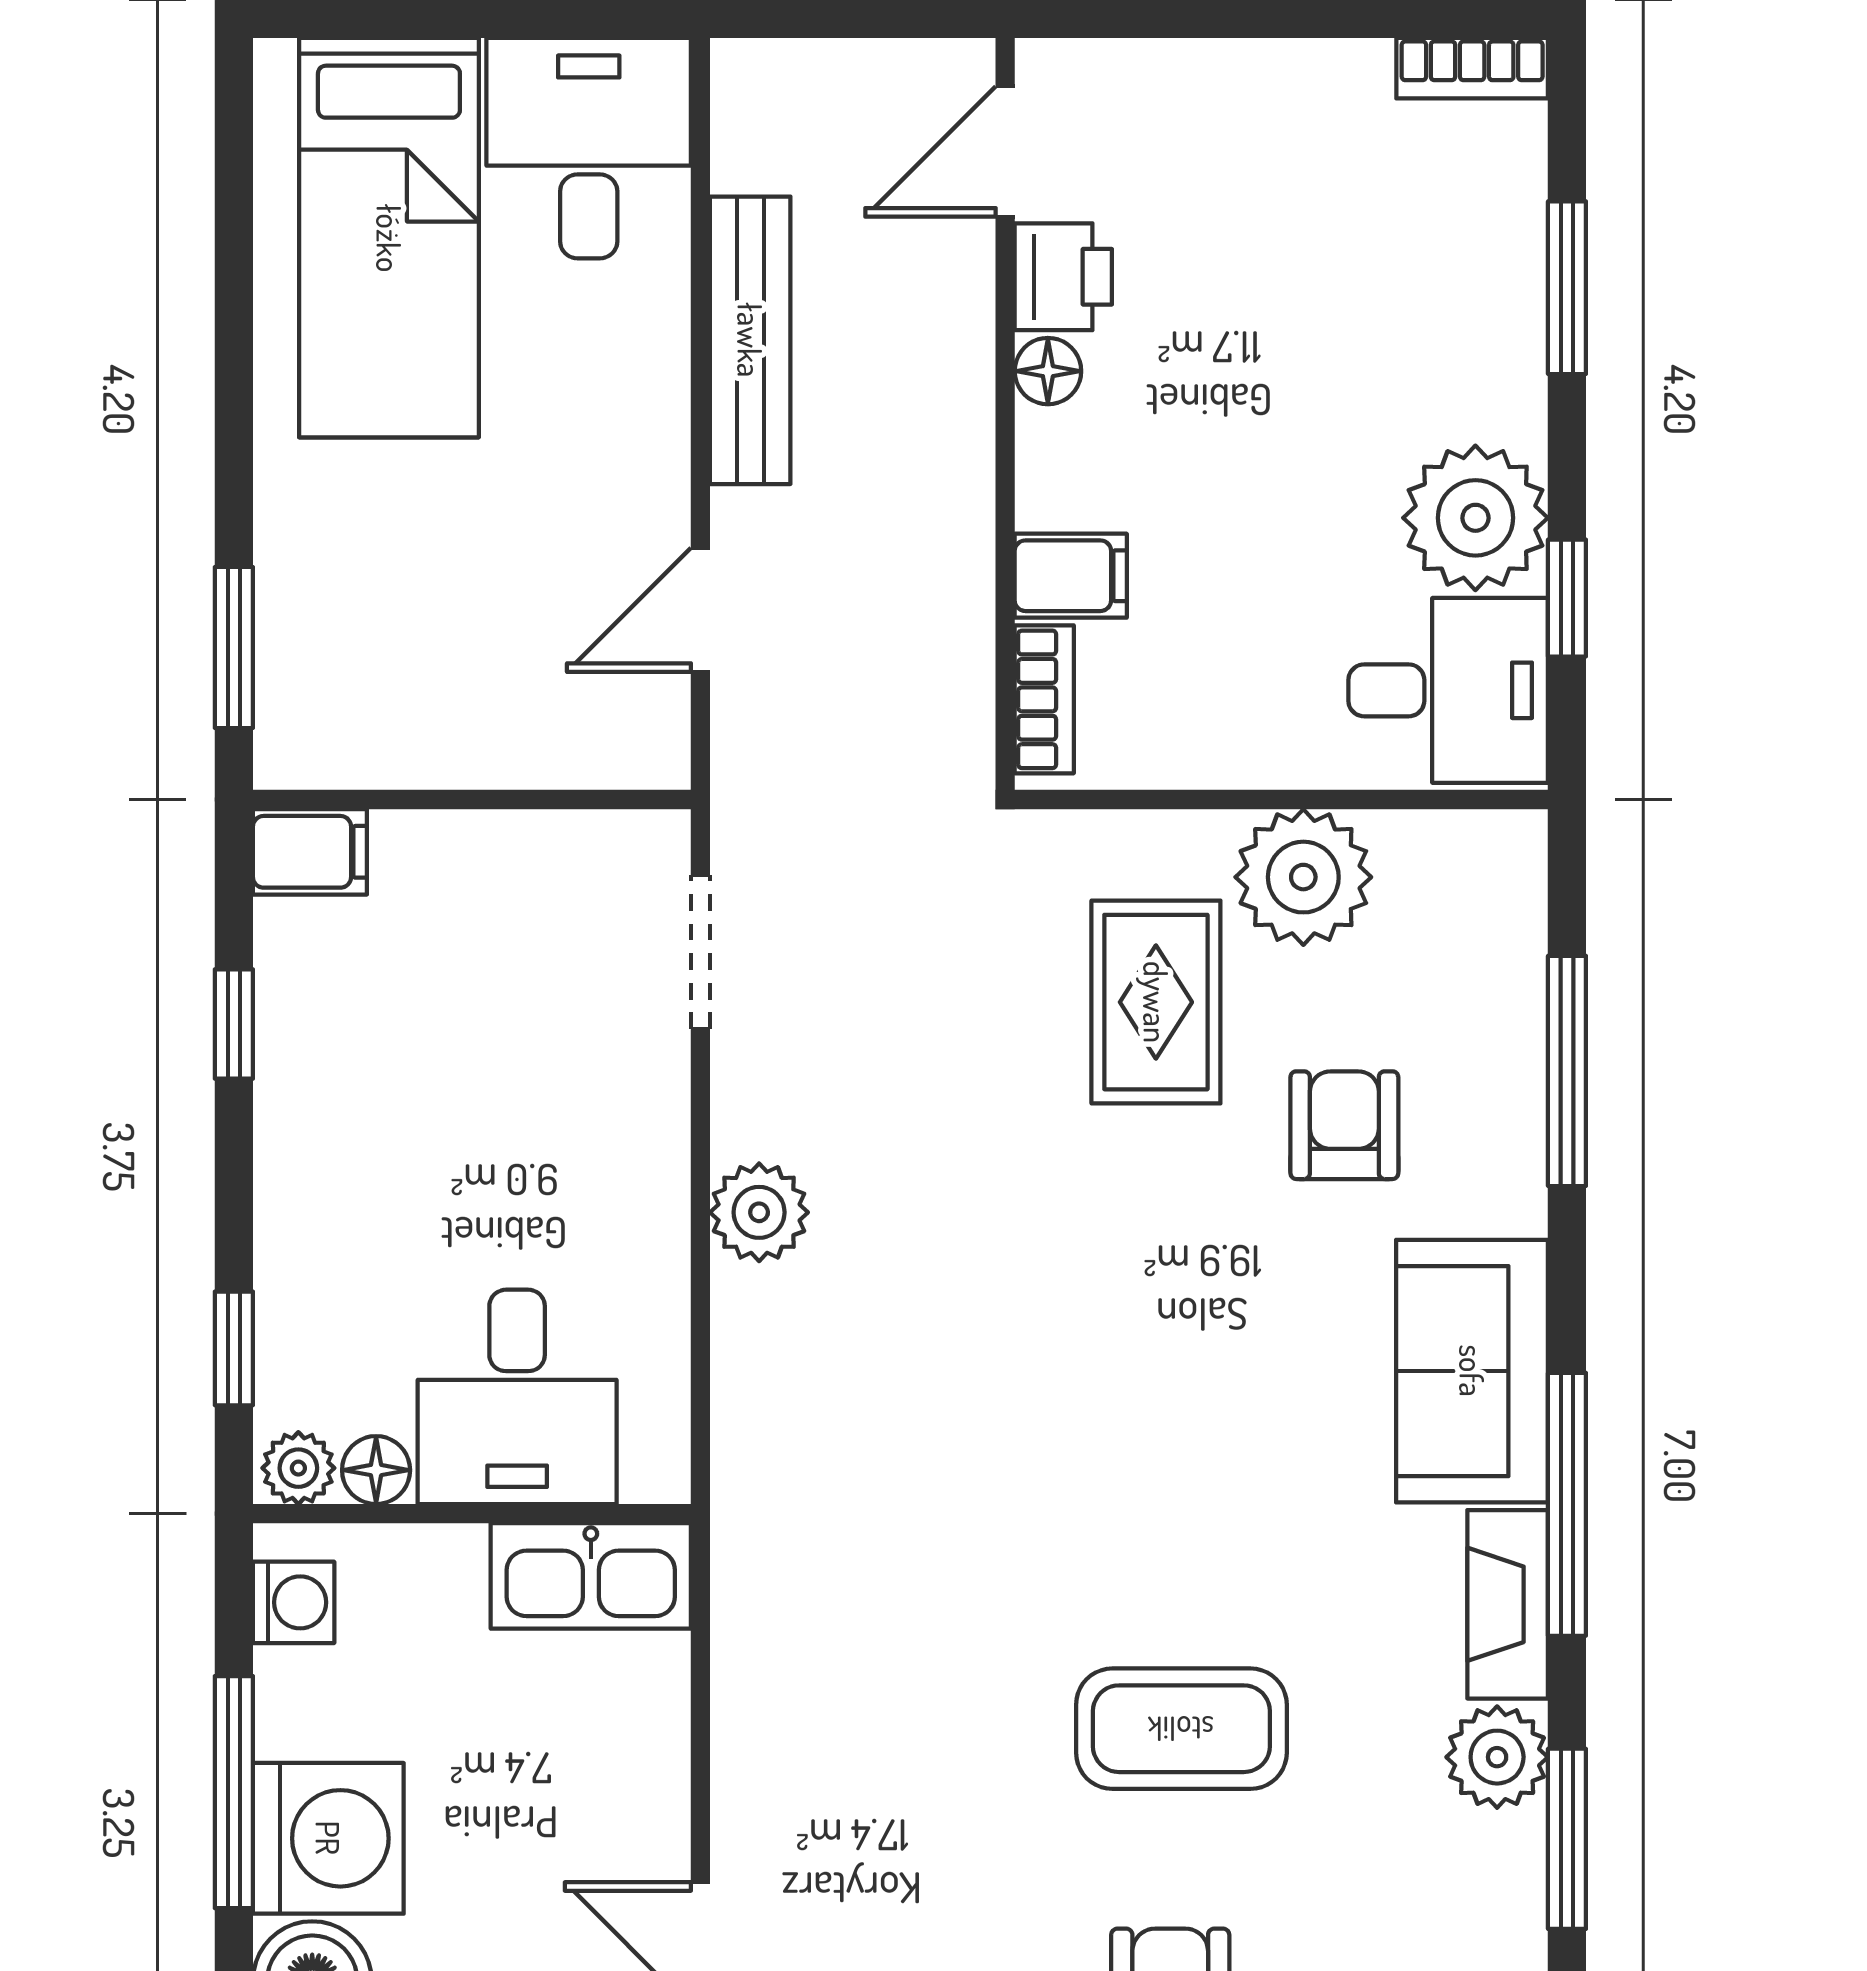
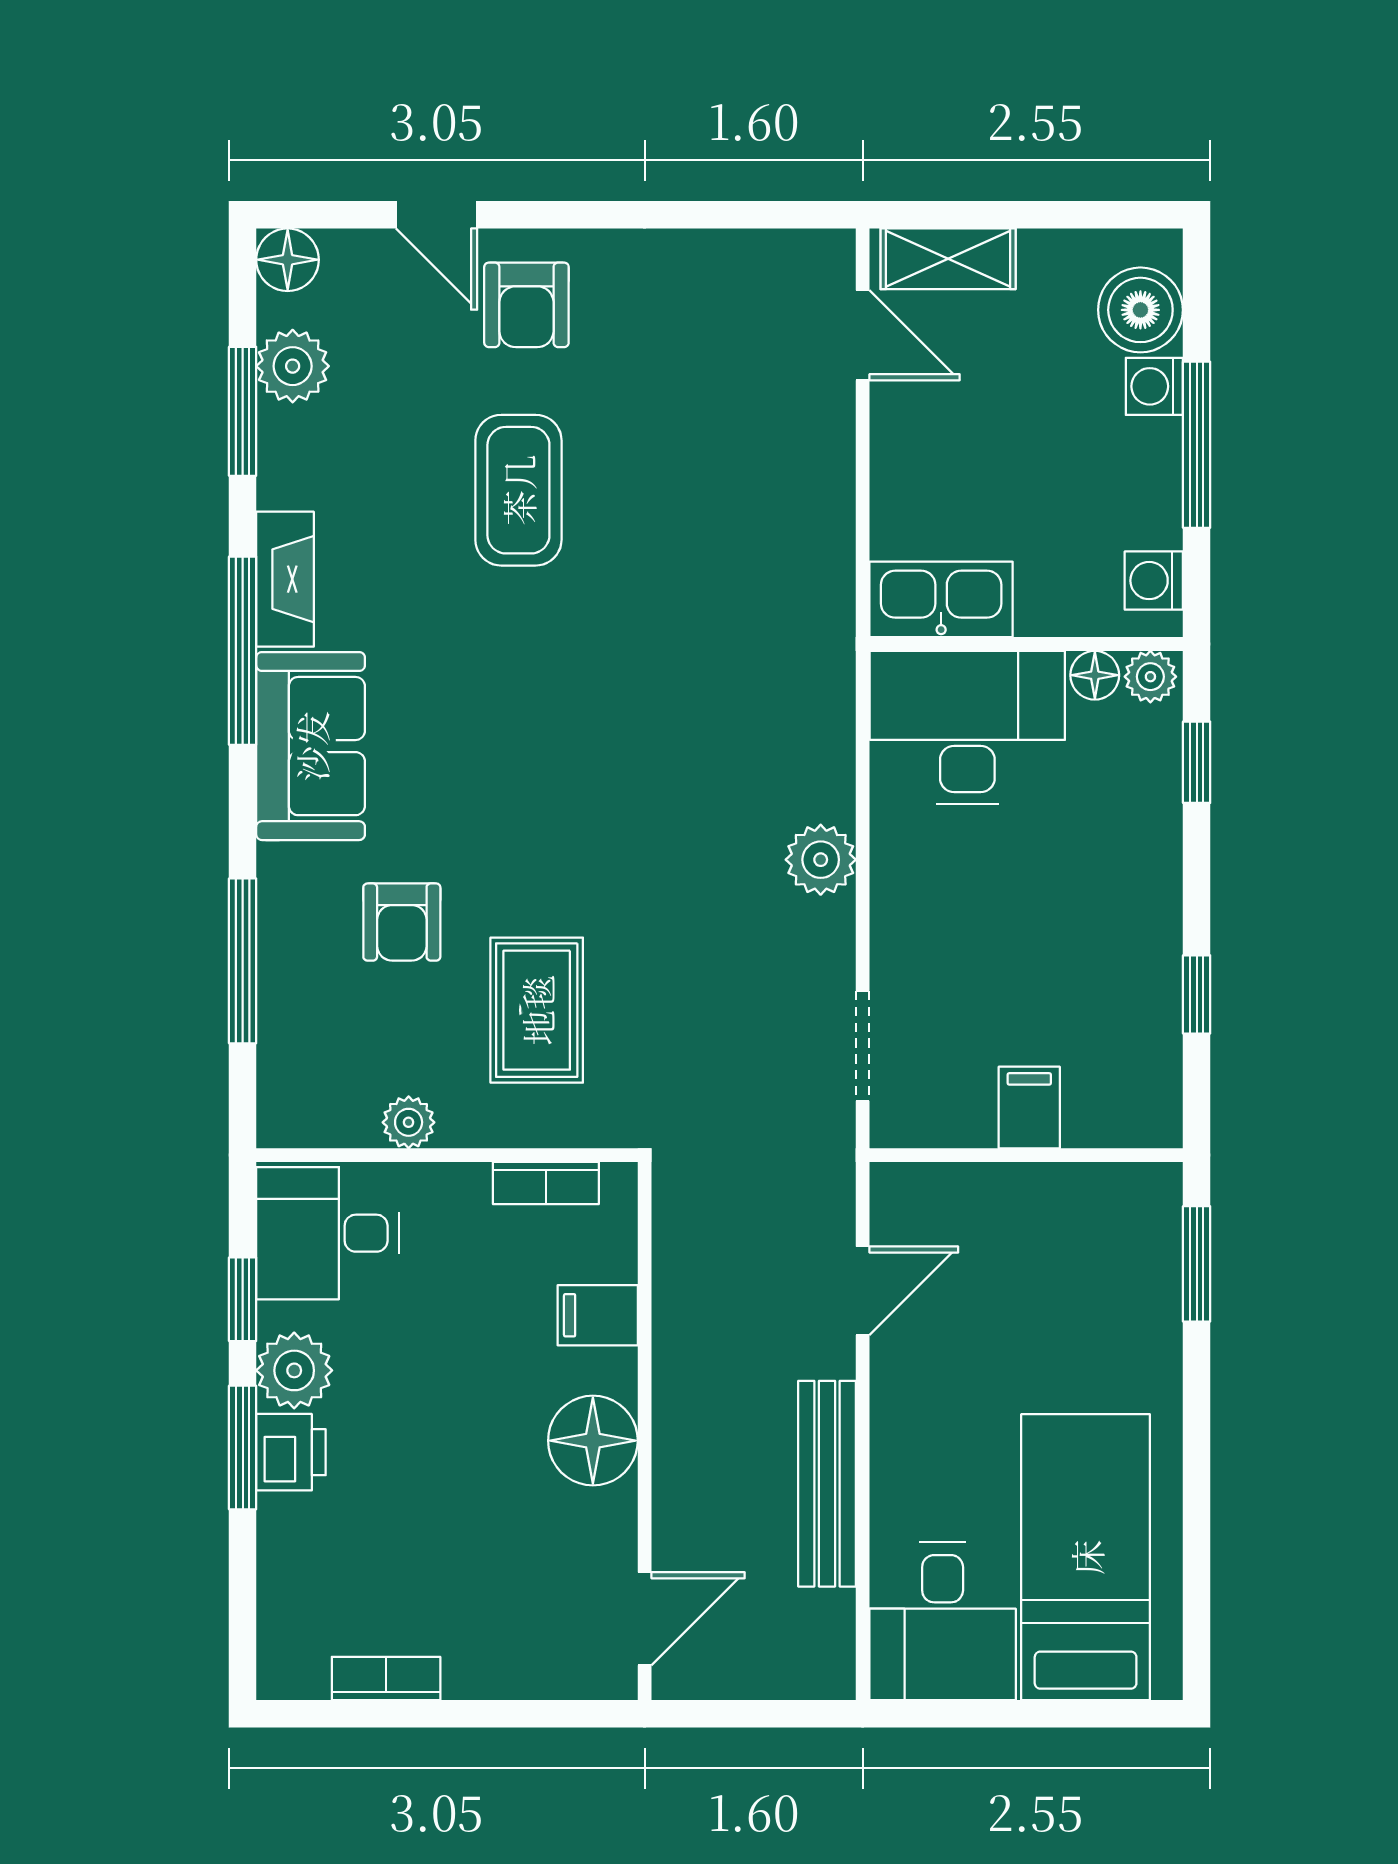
bookcase: (1472, 68) -> (386, 1678), moved
printer: (1063, 277) -> (291, 1452), moved, turned 180
window: (1567, 288) -> (243, 1447), moved
floor lamp: (1048, 371) -> (593, 1441), width x1.89, depth x1.89
plant: (1475, 518) -> (294, 1370), width x0.73, depth x0.73
bookcase: (1044, 699) -> (546, 1183), moved, turned -90
filing cabinet: (310, 852) -> (1029, 1107), moved, turned 90
plant: (1303, 877) -> (409, 1122), width x0.53, depth x0.53
desk: (517, 1397) -> (967, 728), width x1.37
coffee table: (1181, 1729) -> (518, 490), turned 90
plant: (1497, 1757) -> (293, 366), moved
washing machine: (328, 1838) -> (1154, 386), width x0.53, depth x0.53

